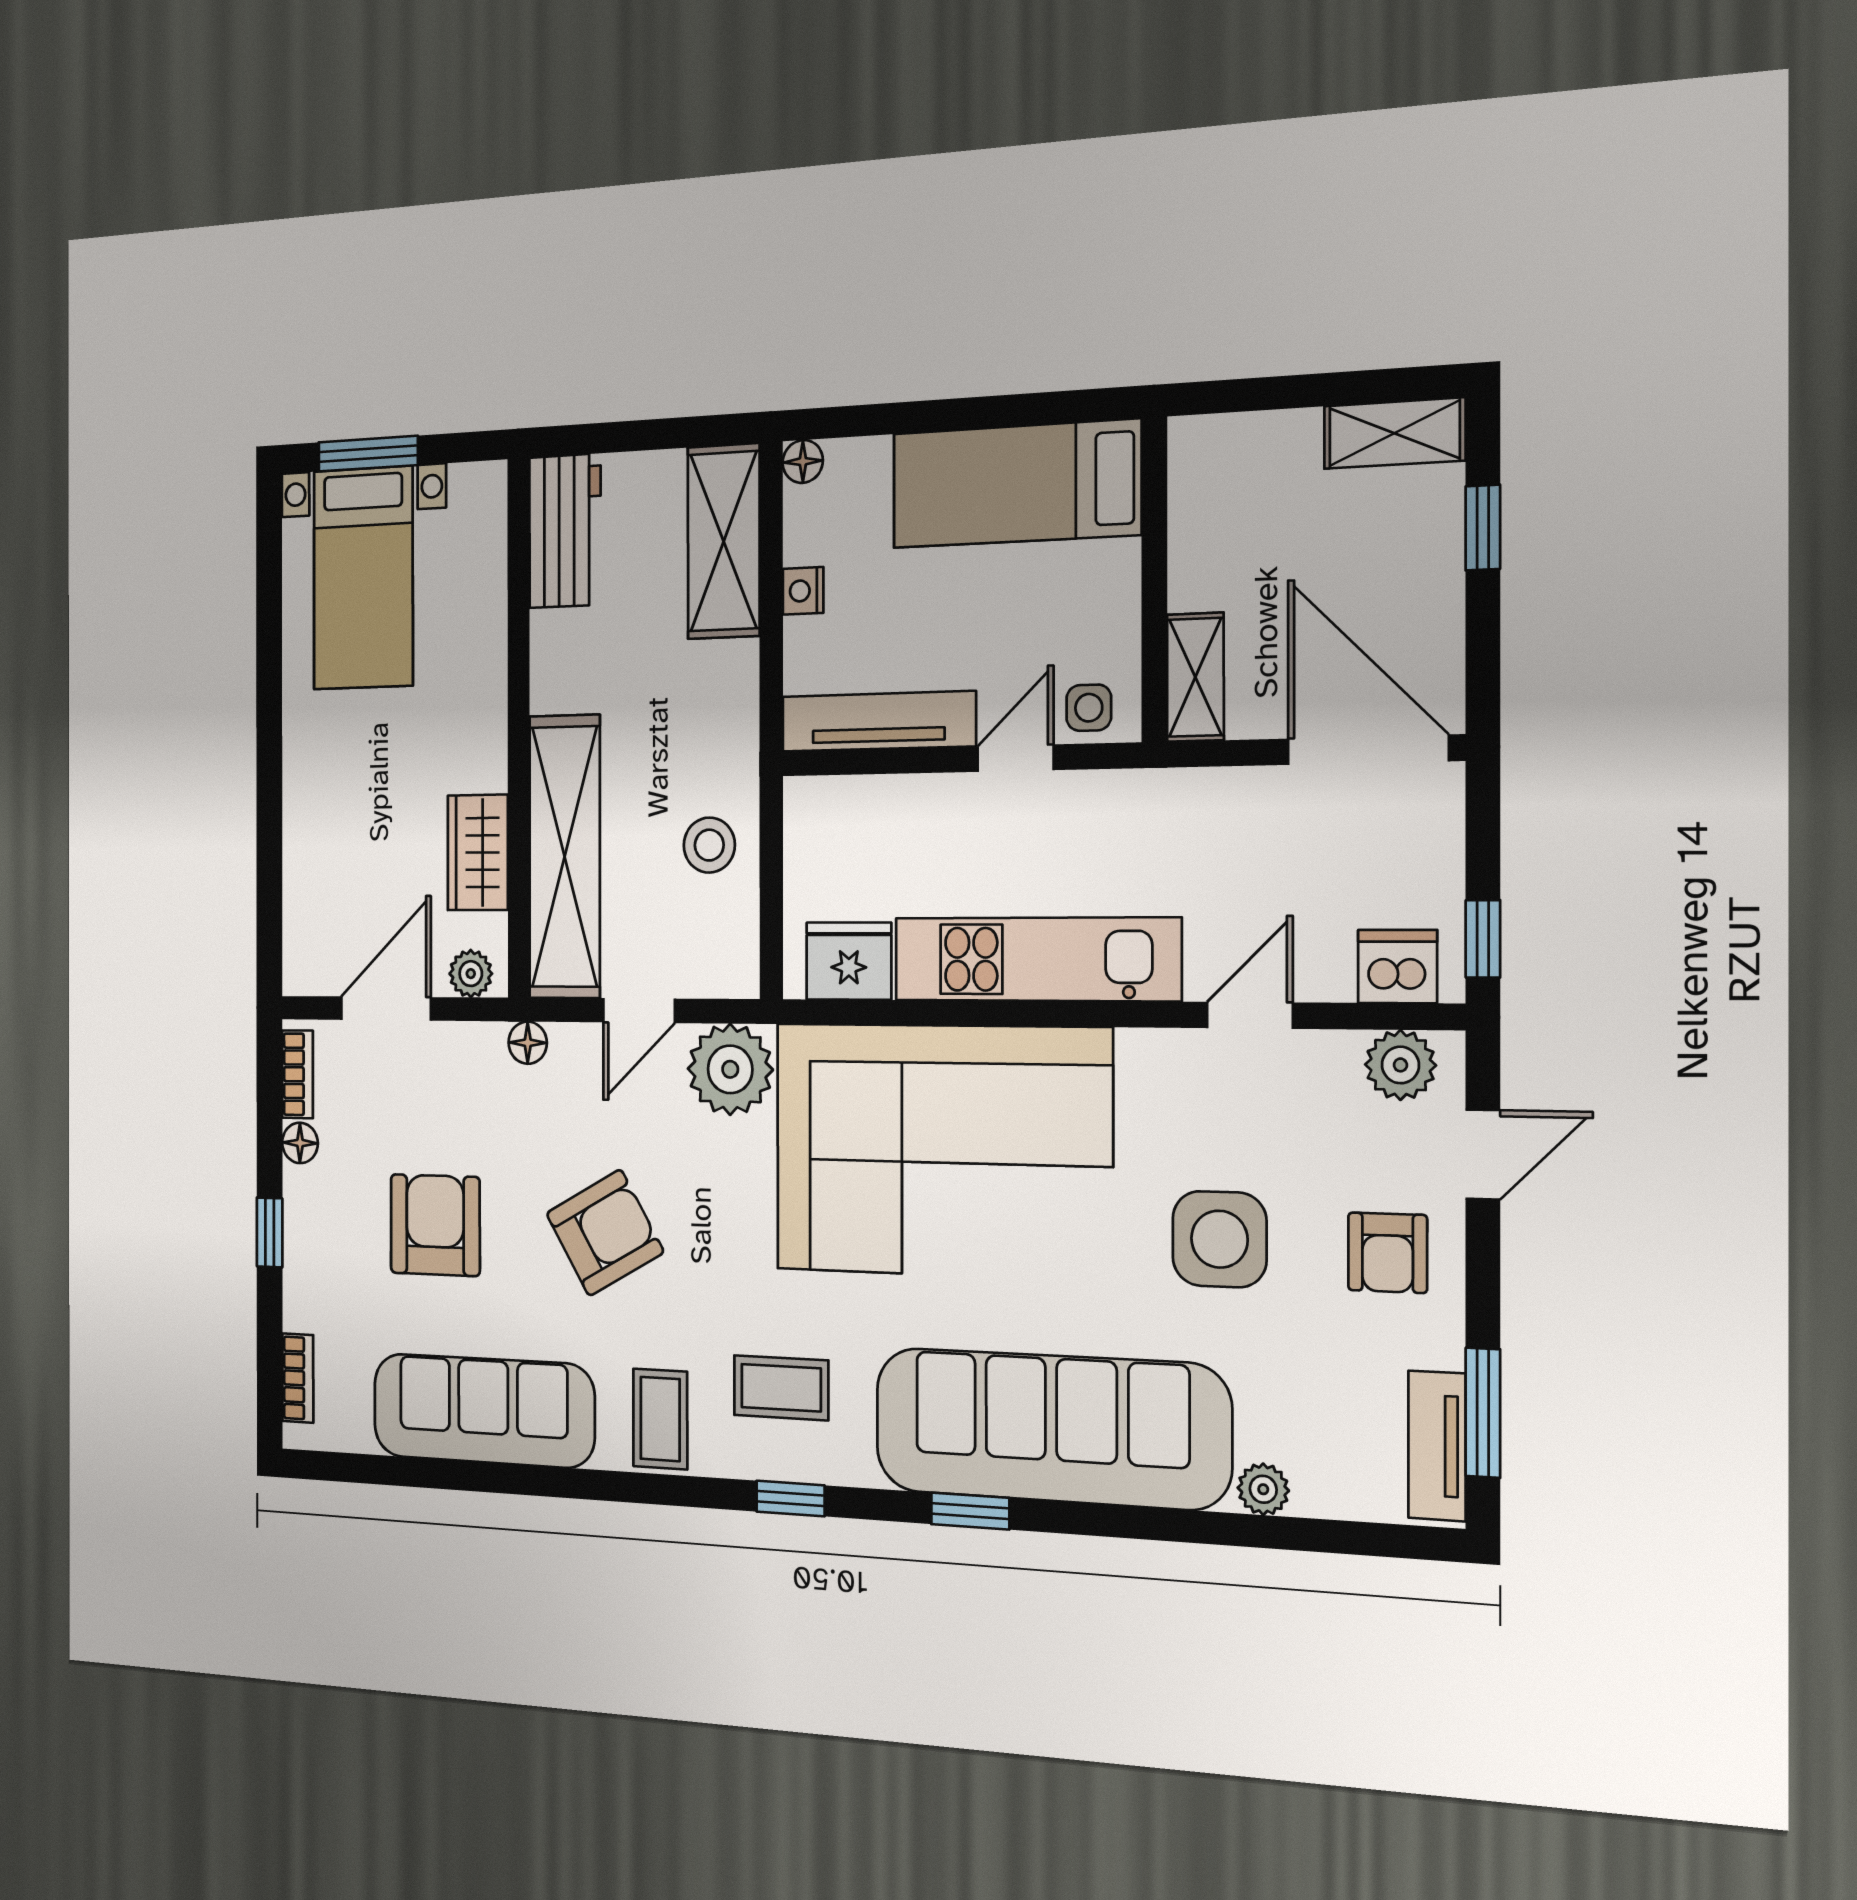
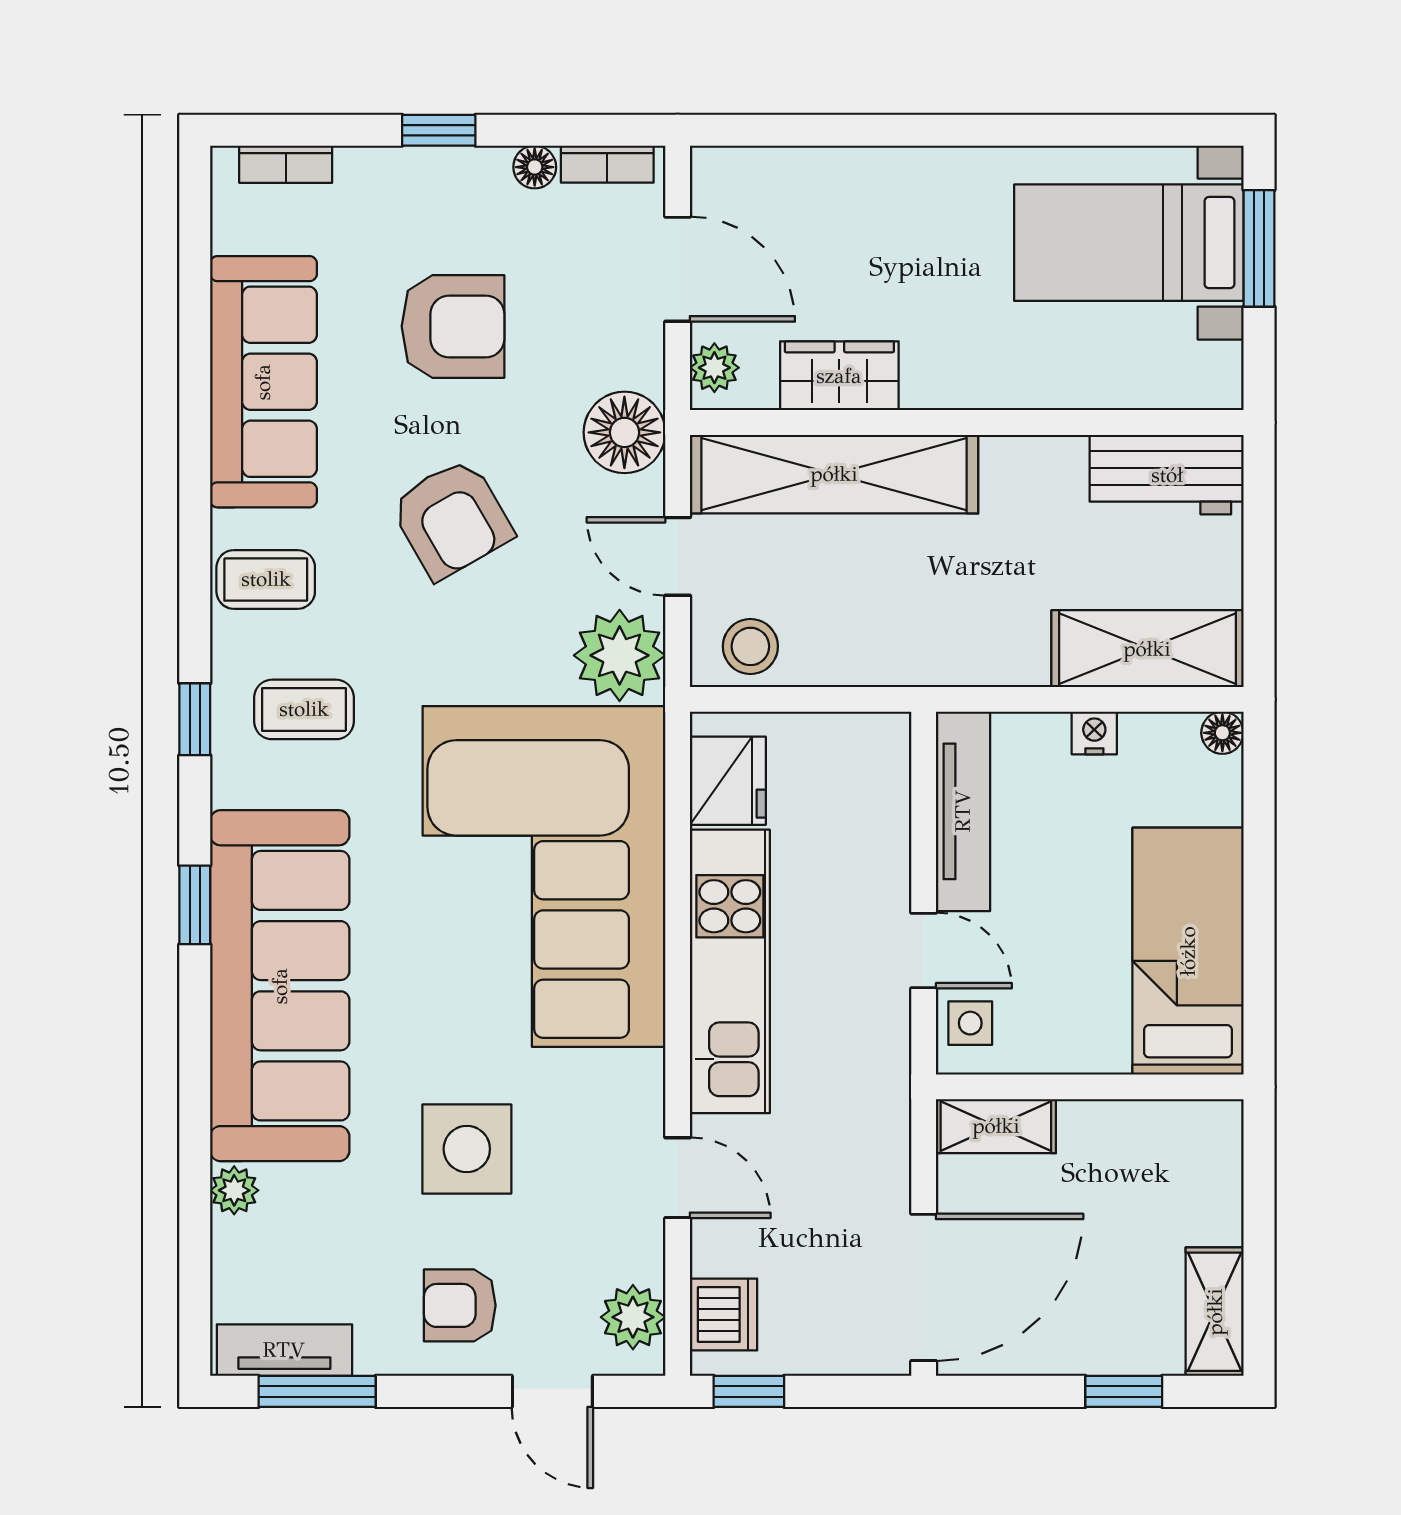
stool: (709, 845) -> (750, 646), moved
floor lamp: (528, 1043) -> (624, 432), width x1.89, depth x1.89
coffee table: (781, 1388) -> (304, 709), turned 90

